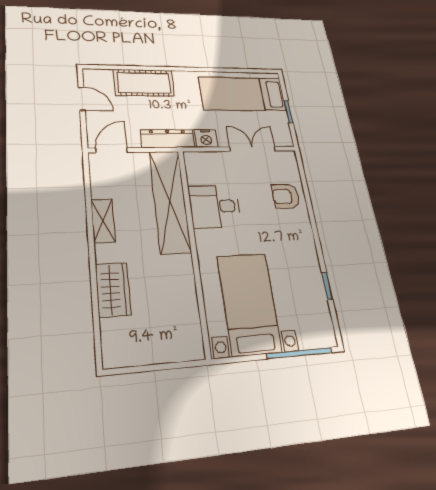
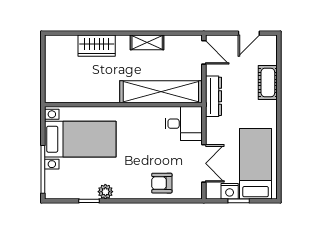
cot: (144, 83) -> (268, 82), width x0.73, depth x0.75
nightstand: (206, 138) -> (230, 191), moved, turned -90
armchair: (286, 196) -> (162, 183), turned -90
desk: (214, 206) -> (184, 124), moved, turned 90
plant: (311, 265) -> (105, 192), added

